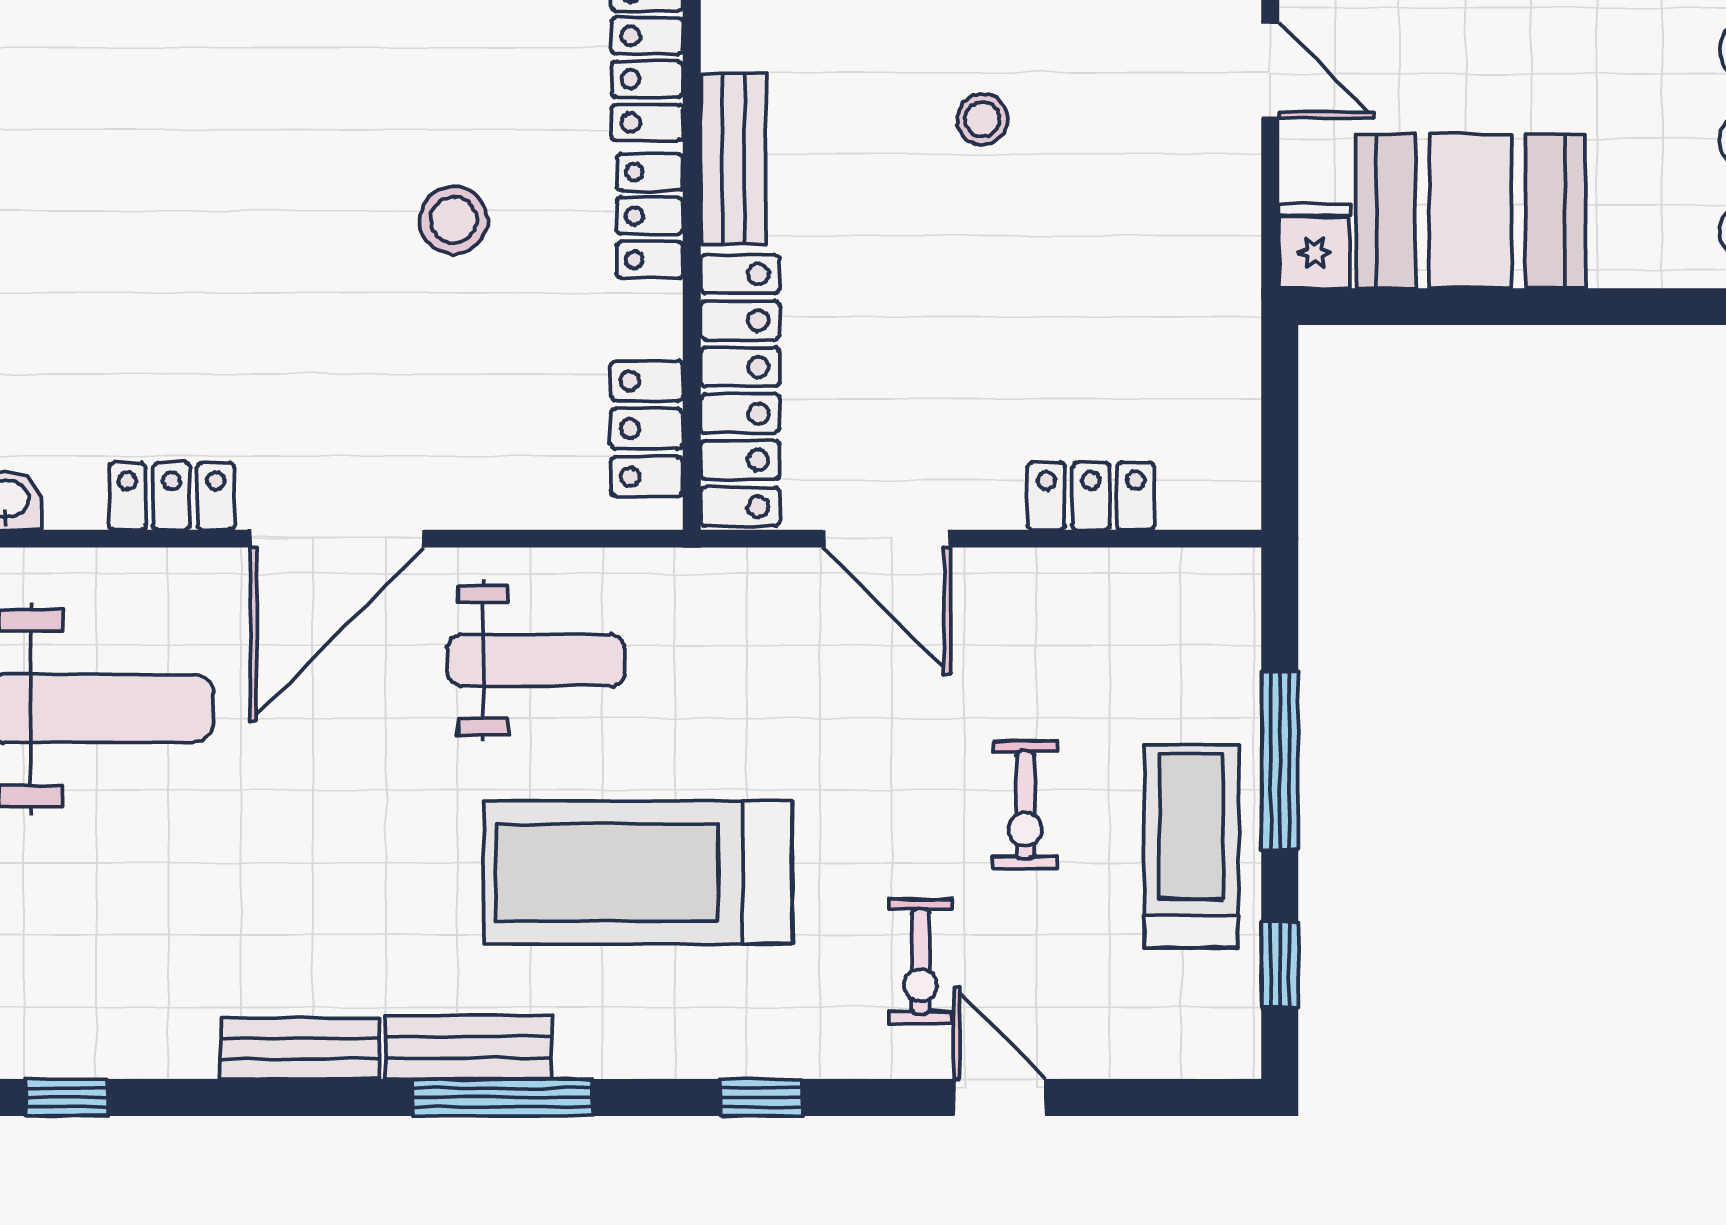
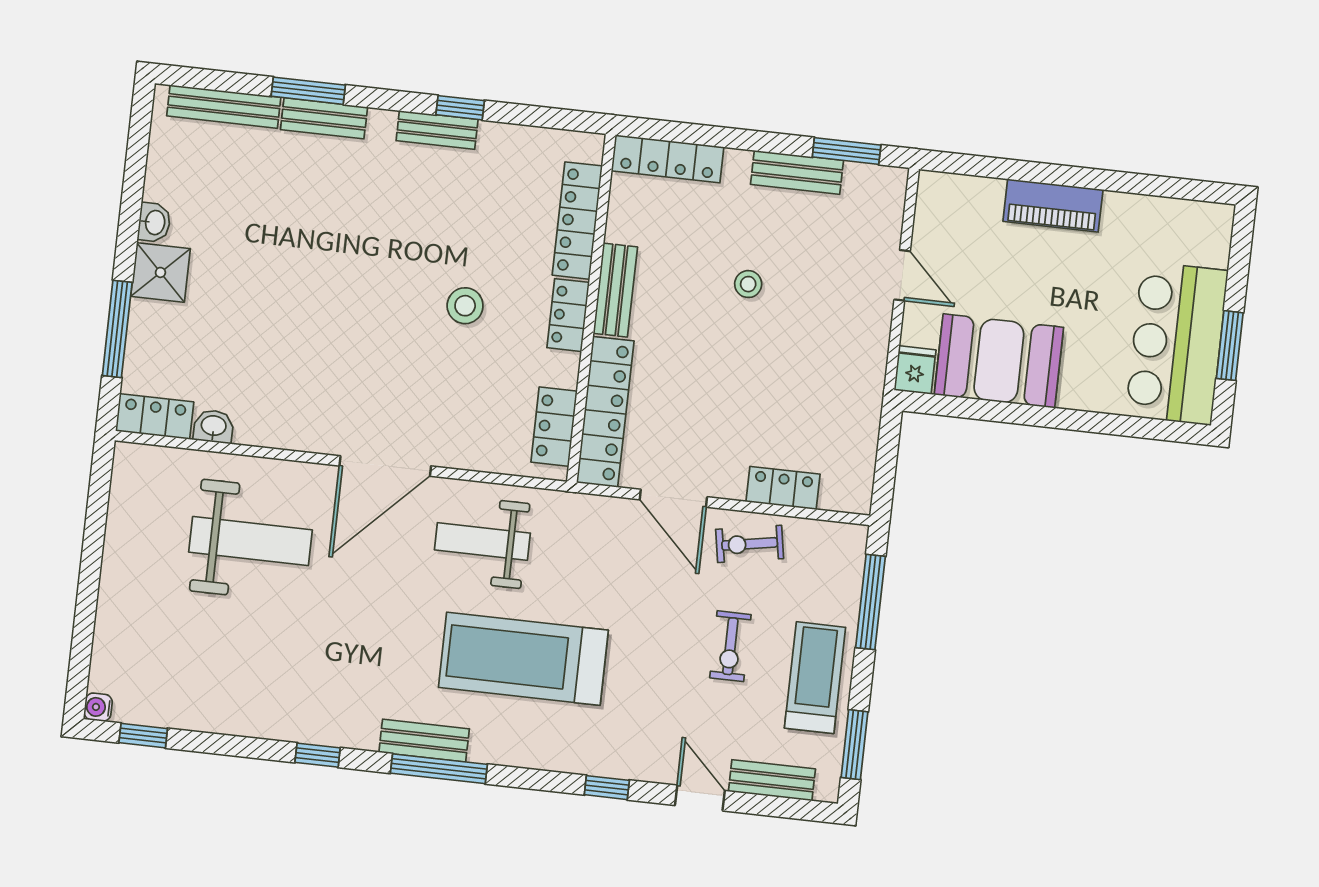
locker: (171, 496) -> (301, 434), removed
weight bench: (536, 660) -> (482, 541), turned 180
window: (1280, 760) -> (870, 602), moved
exercise bike: (920, 961) -> (750, 544), moved, turned 80
window: (1280, 964) -> (854, 745), width x1.50
bench: (300, 1049) -> (772, 780), moved
window: (67, 1097) -> (318, 755), moved
window: (761, 1097) -> (607, 788), moved

